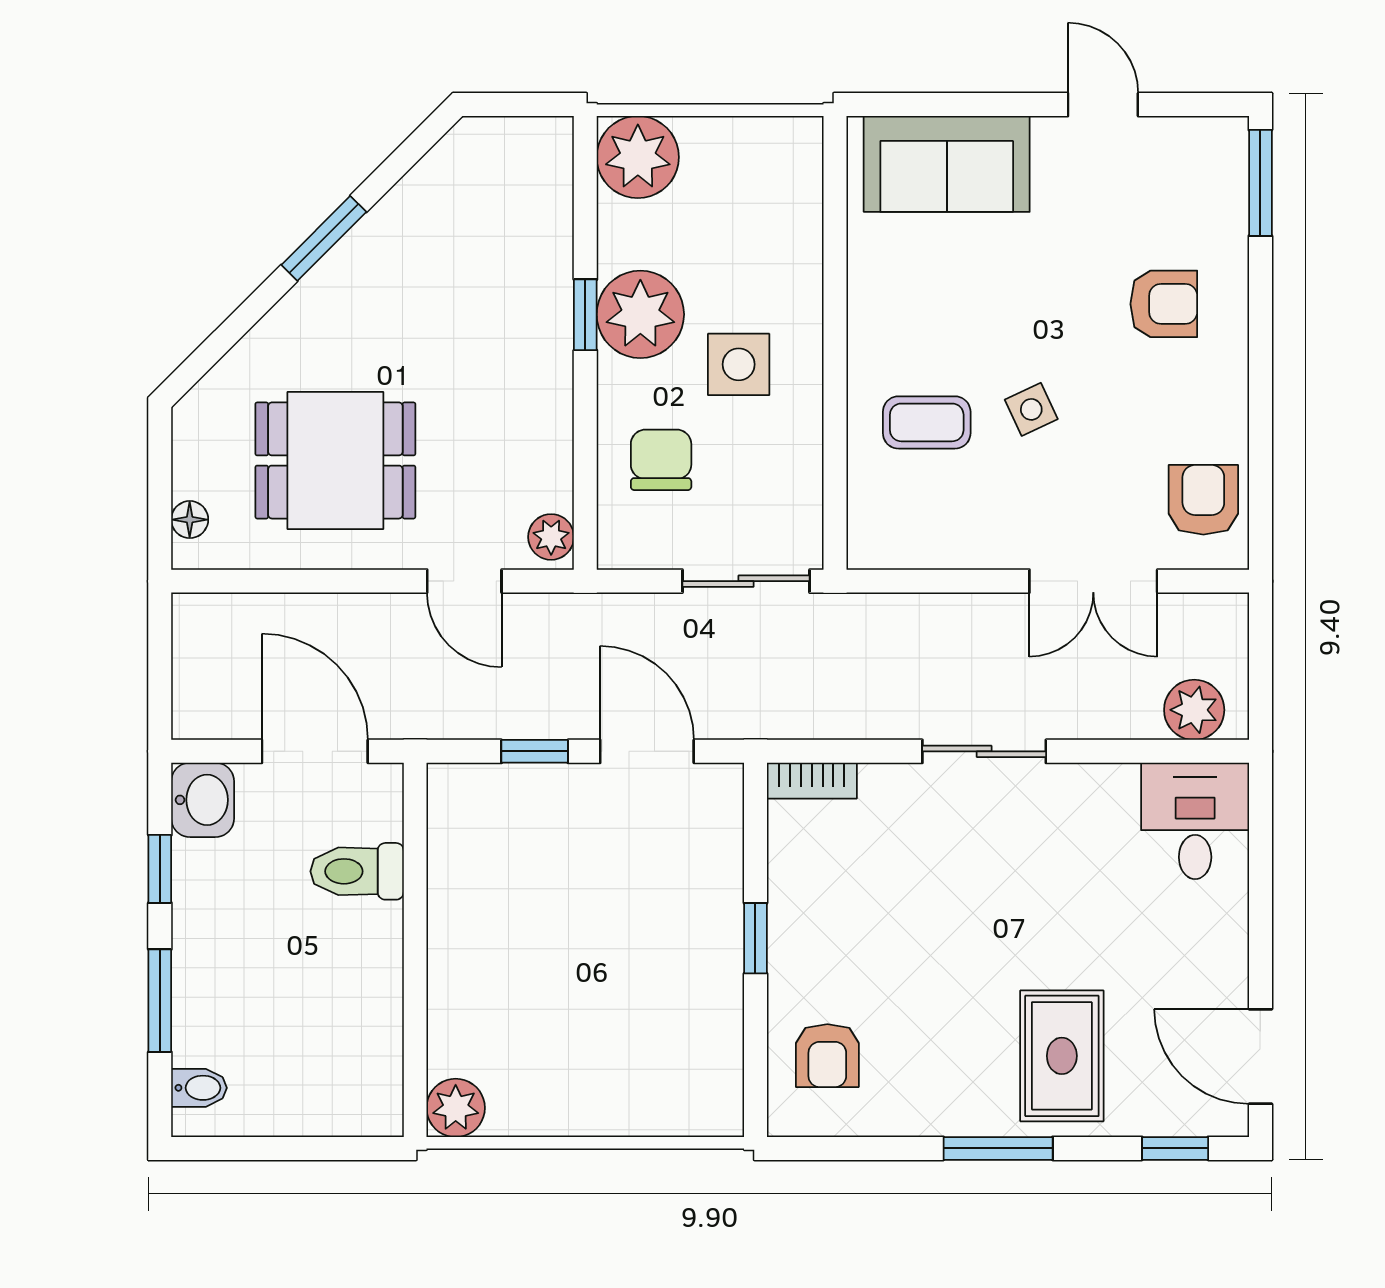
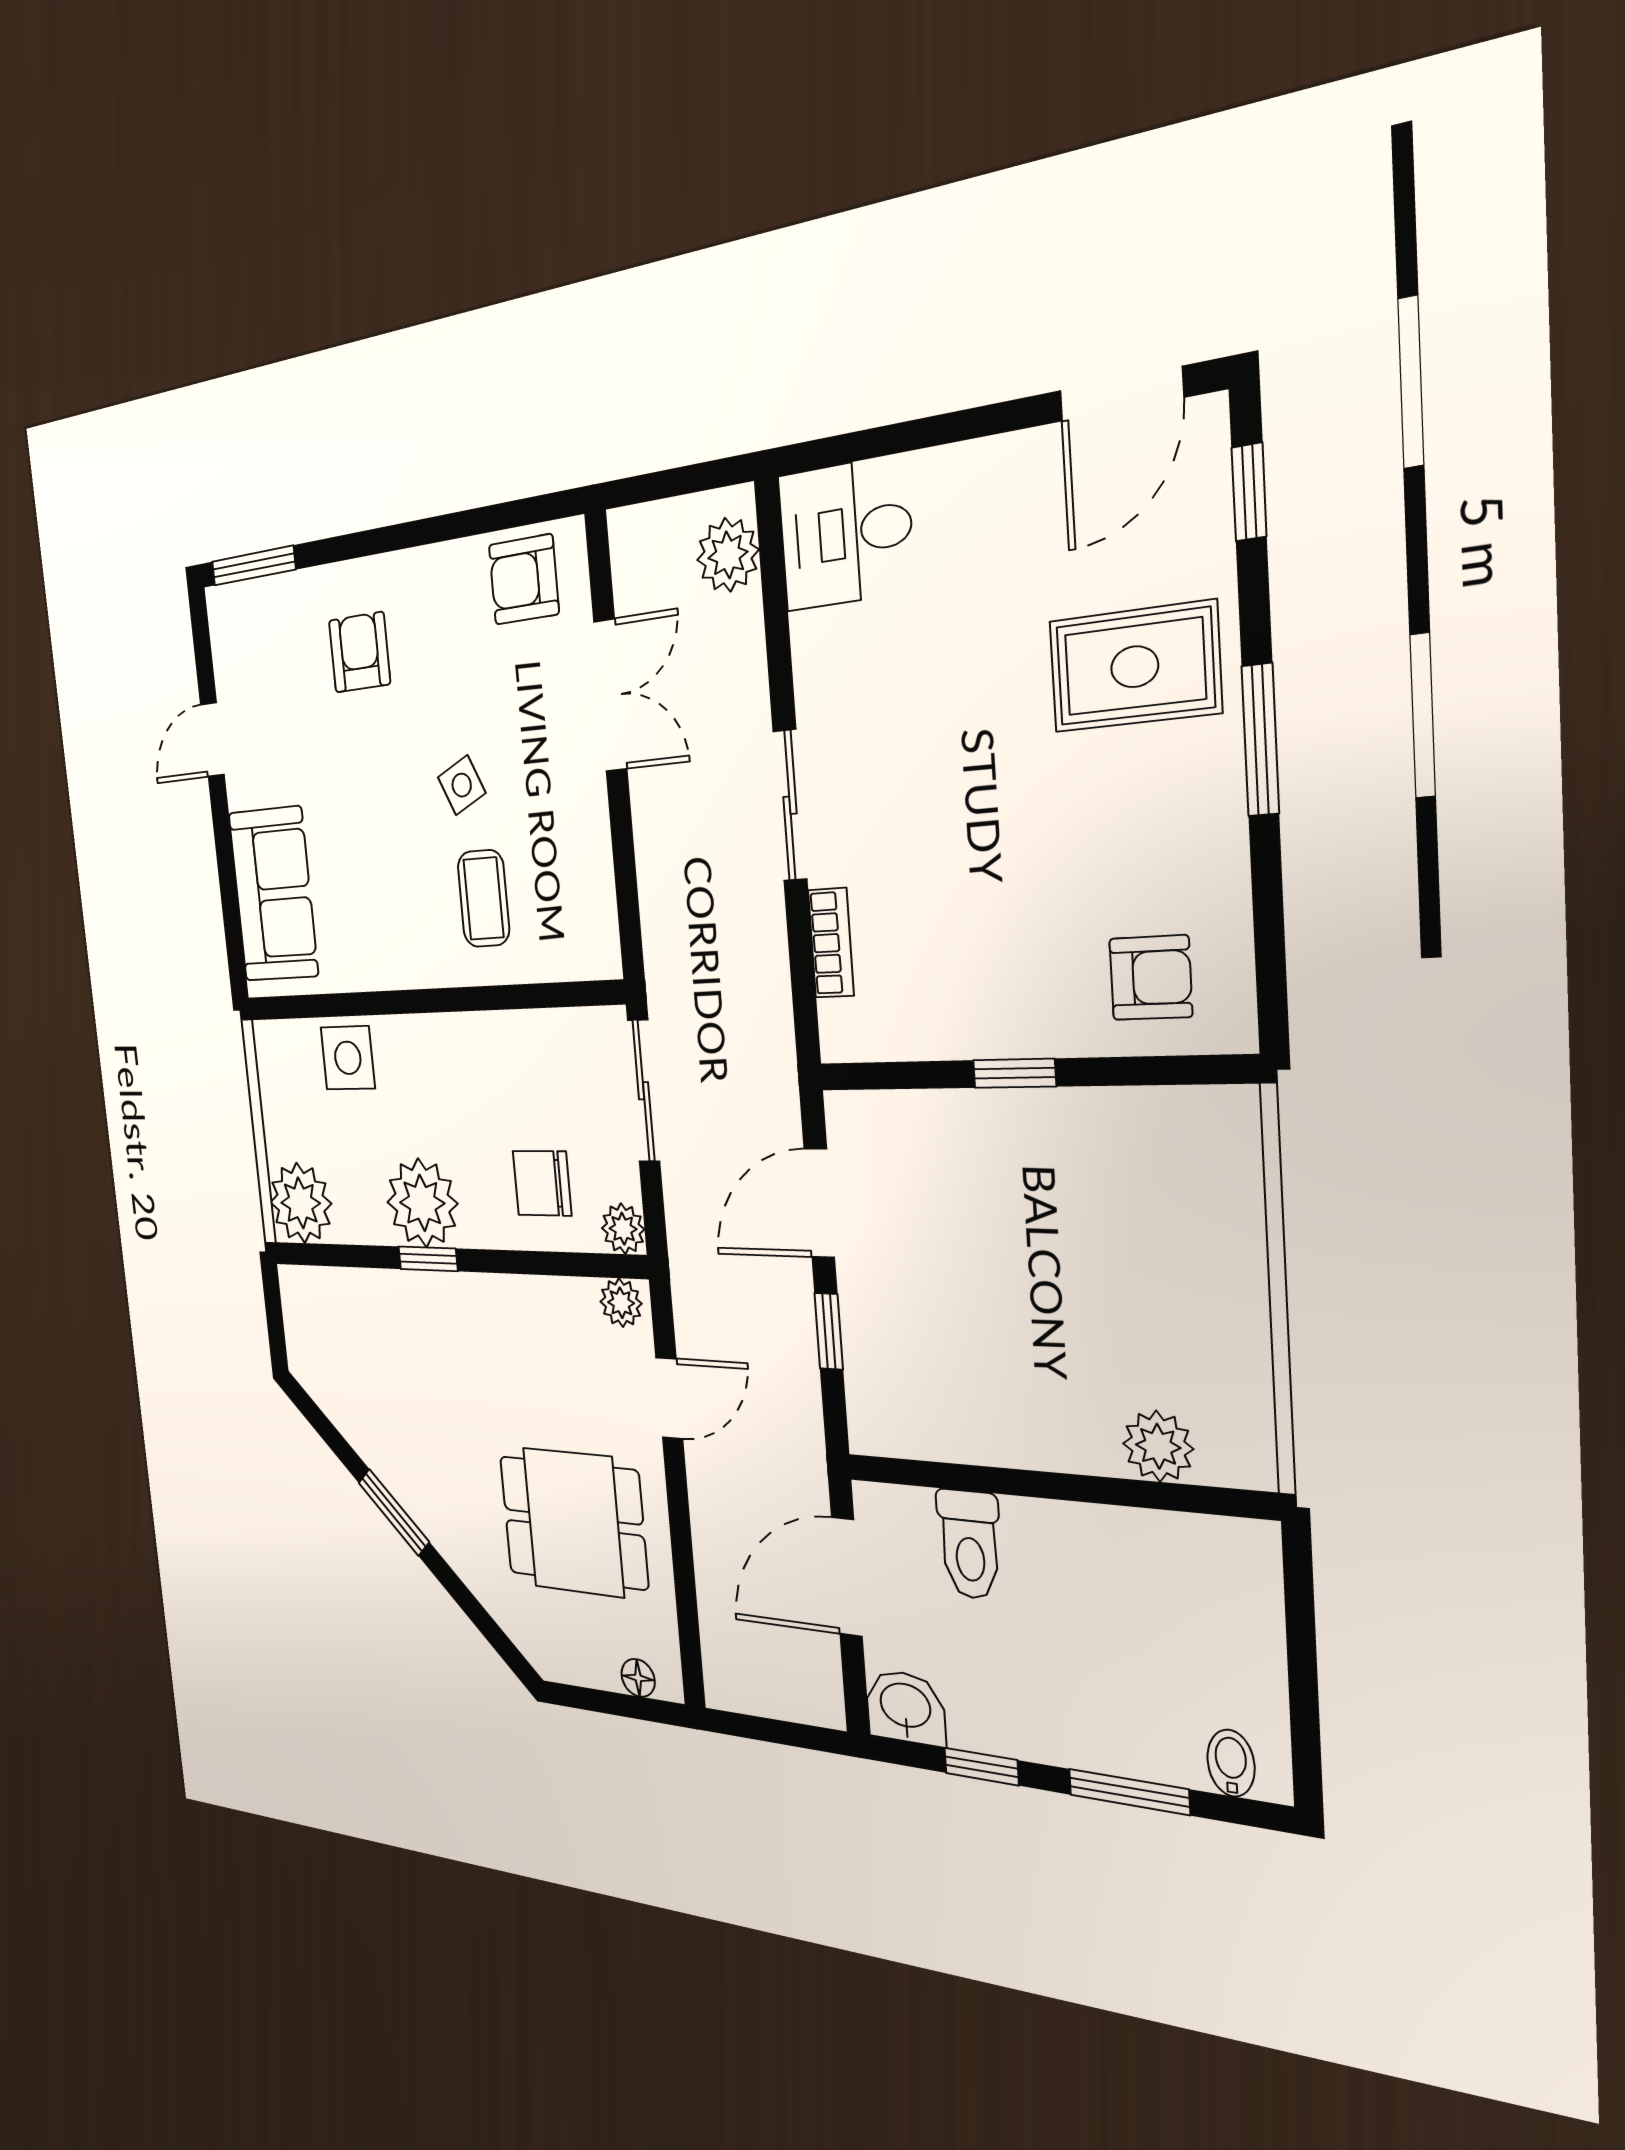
side table: (739, 364) -> (348, 1058), moved
dining table: (335, 460) -> (573, 1522), turned 90
plant: (620, 546) -> (623, 1229), added
bookcase: (812, 781) -> (831, 943), moved
plant: (456, 1108) -> (1158, 1446), moved

